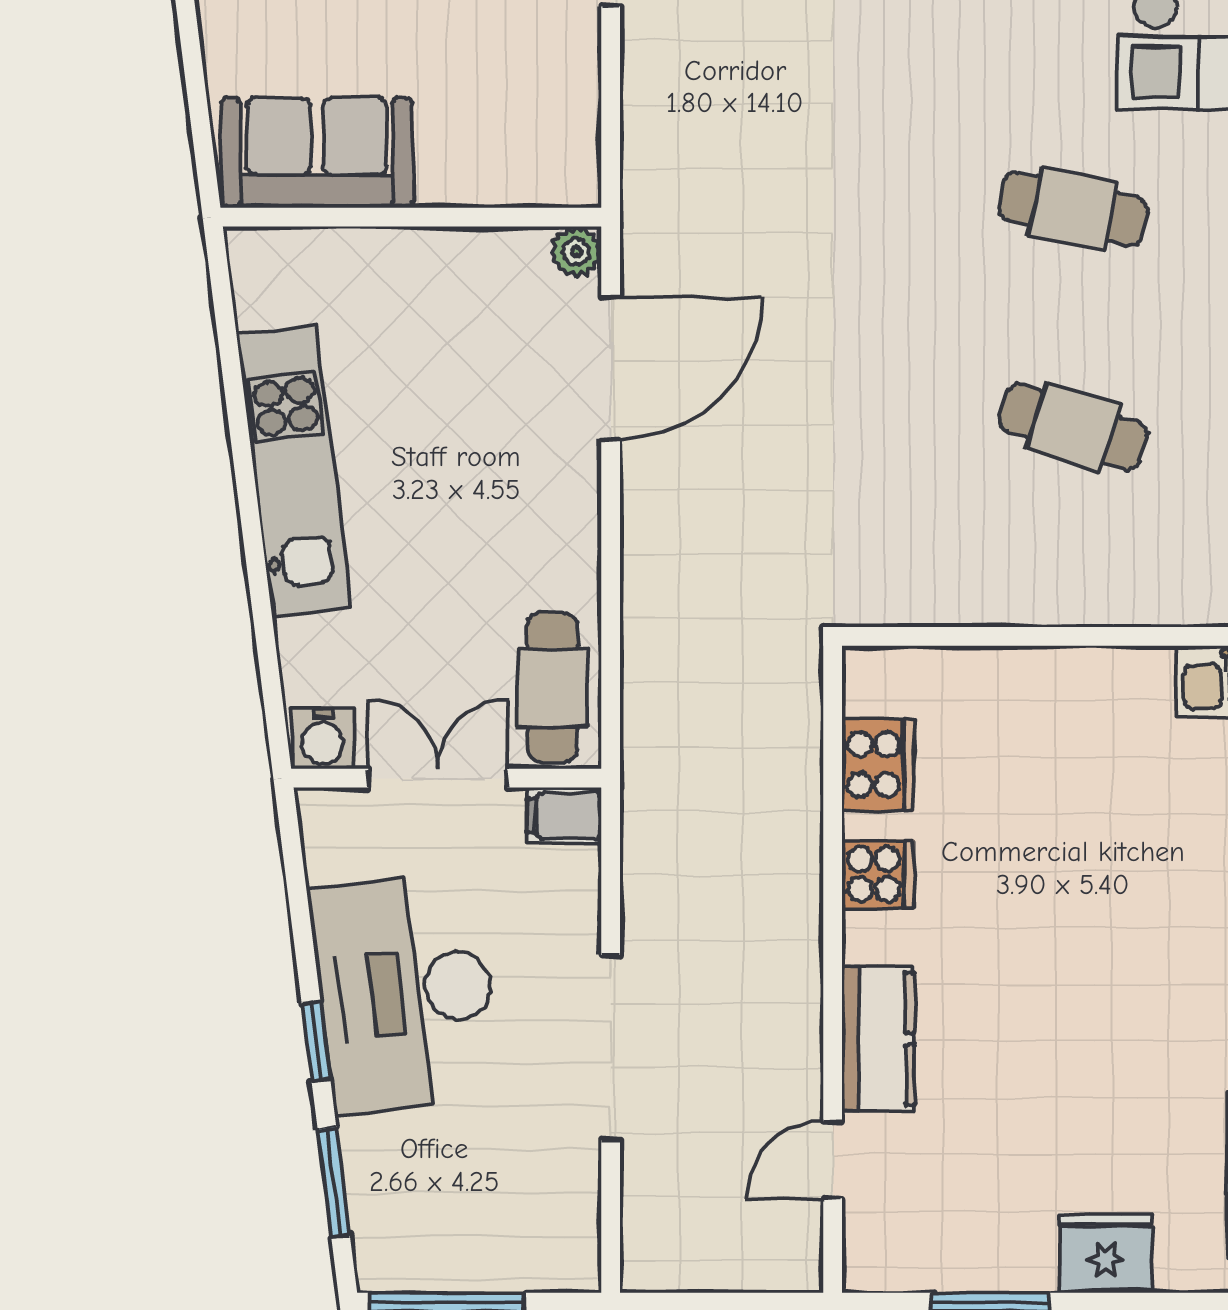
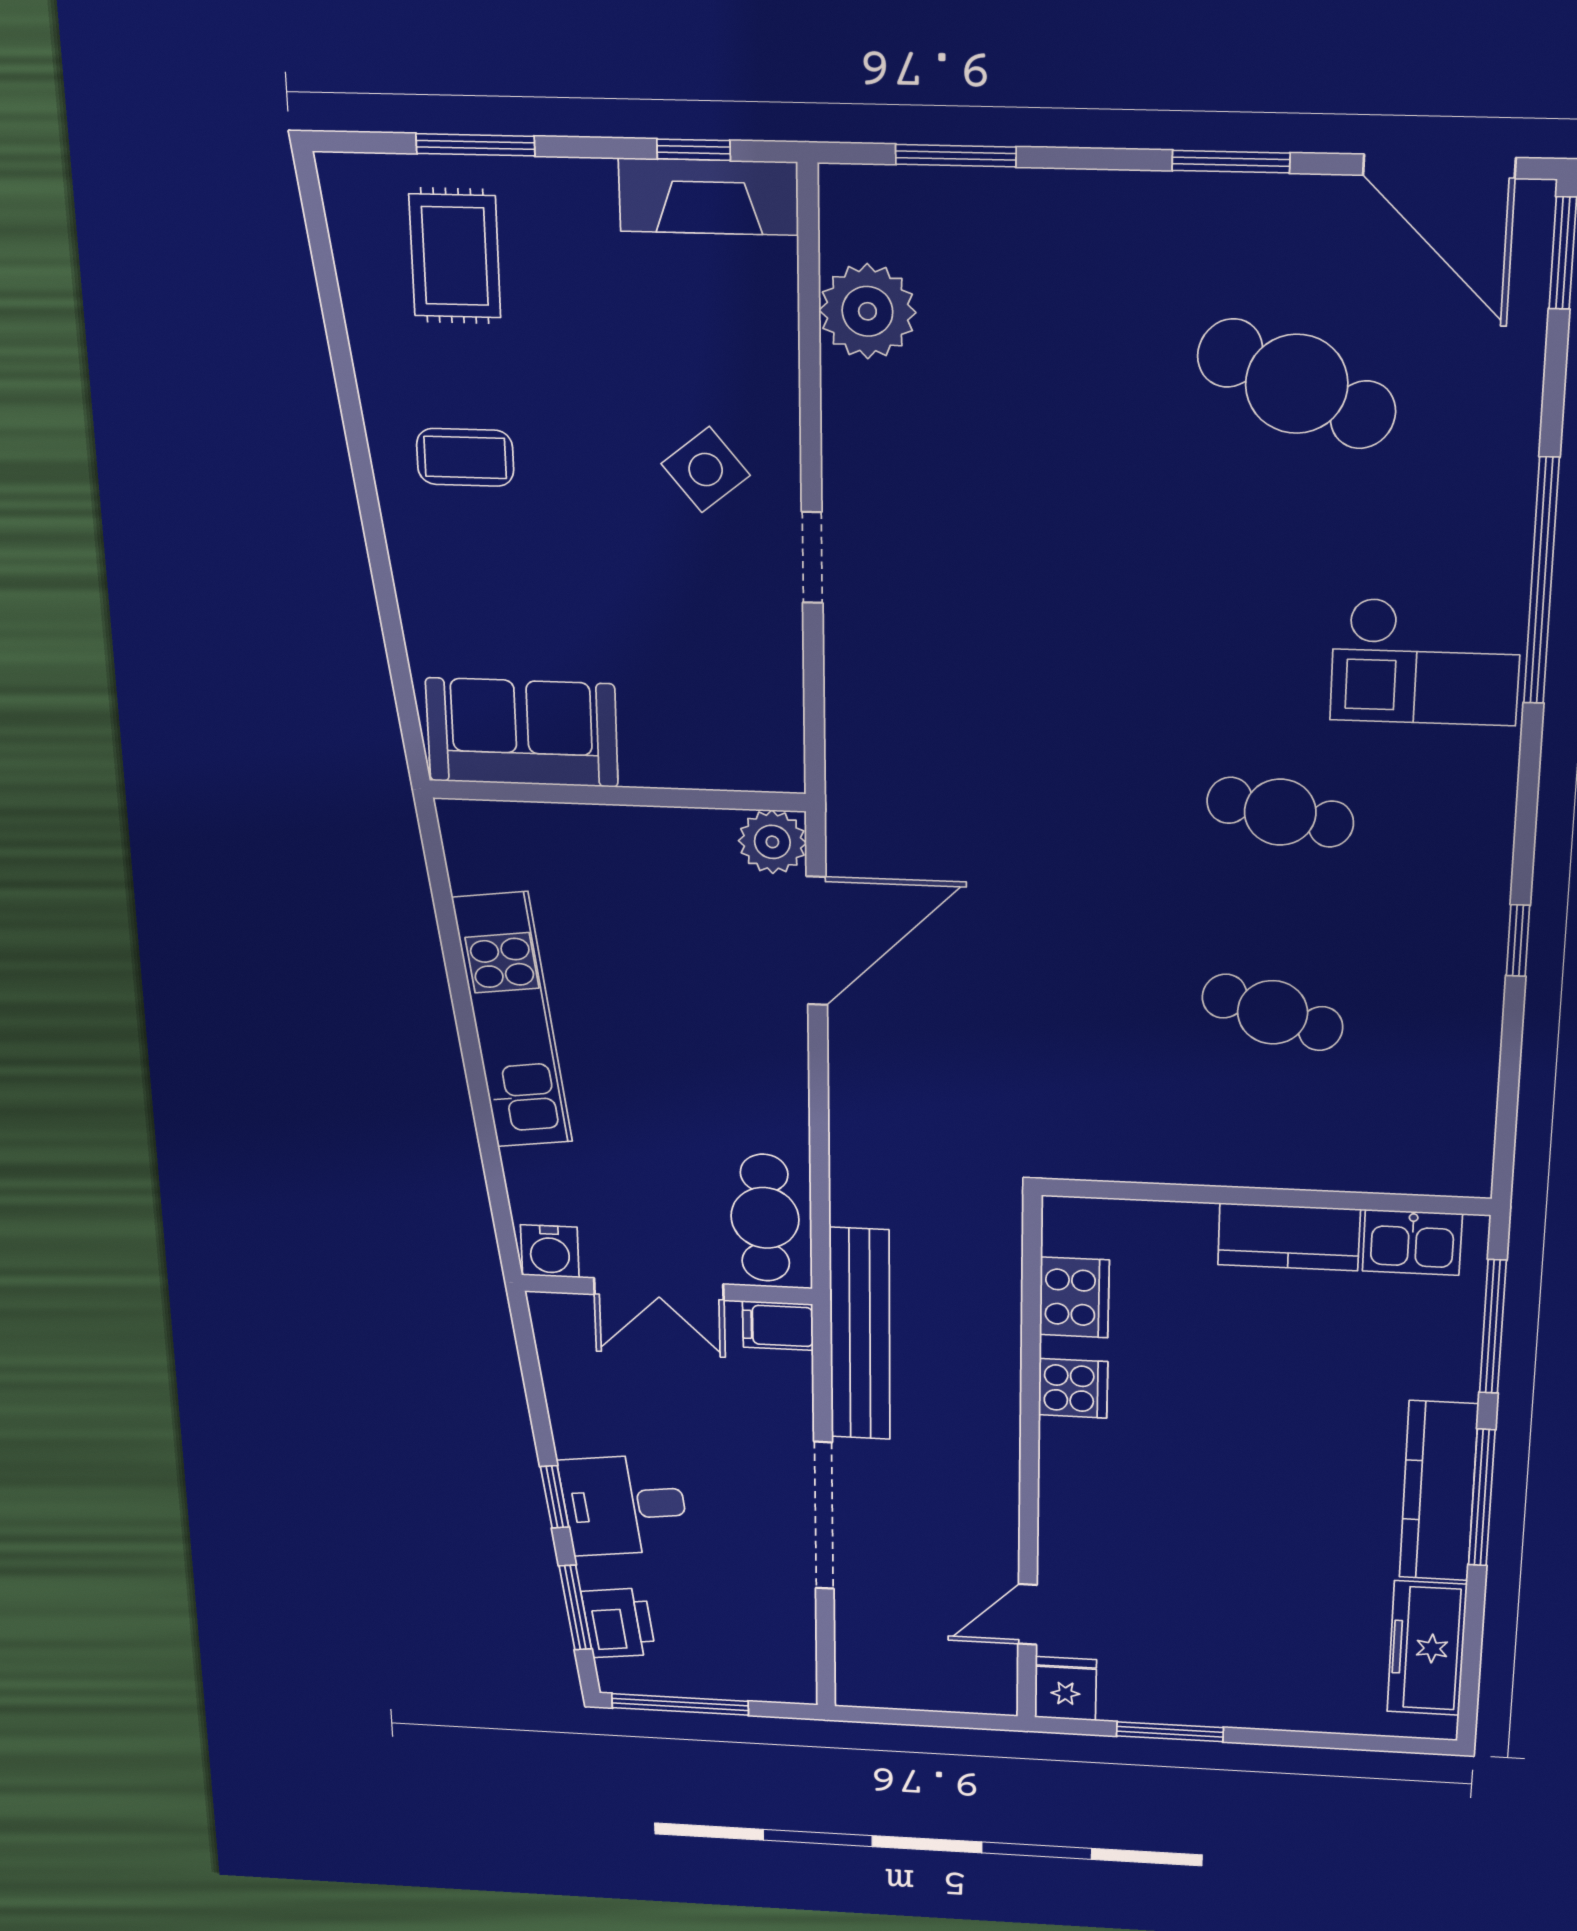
plant: (576, 252) -> (772, 842), width x1.38, depth x1.38
double door: (438, 778) -> (659, 1289), swing flipped
bench: (651, 821) -> (860, 1334), added
desk: (405, 992) -> (624, 1505), width x0.53, depth x0.77
kitchen counter: (878, 1039) -> (1289, 1237), moved, turned 90
printer: (381, 1199) -> (618, 1623), added
fridge: (1106, 1253) -> (1065, 1689), moved, width x0.72

